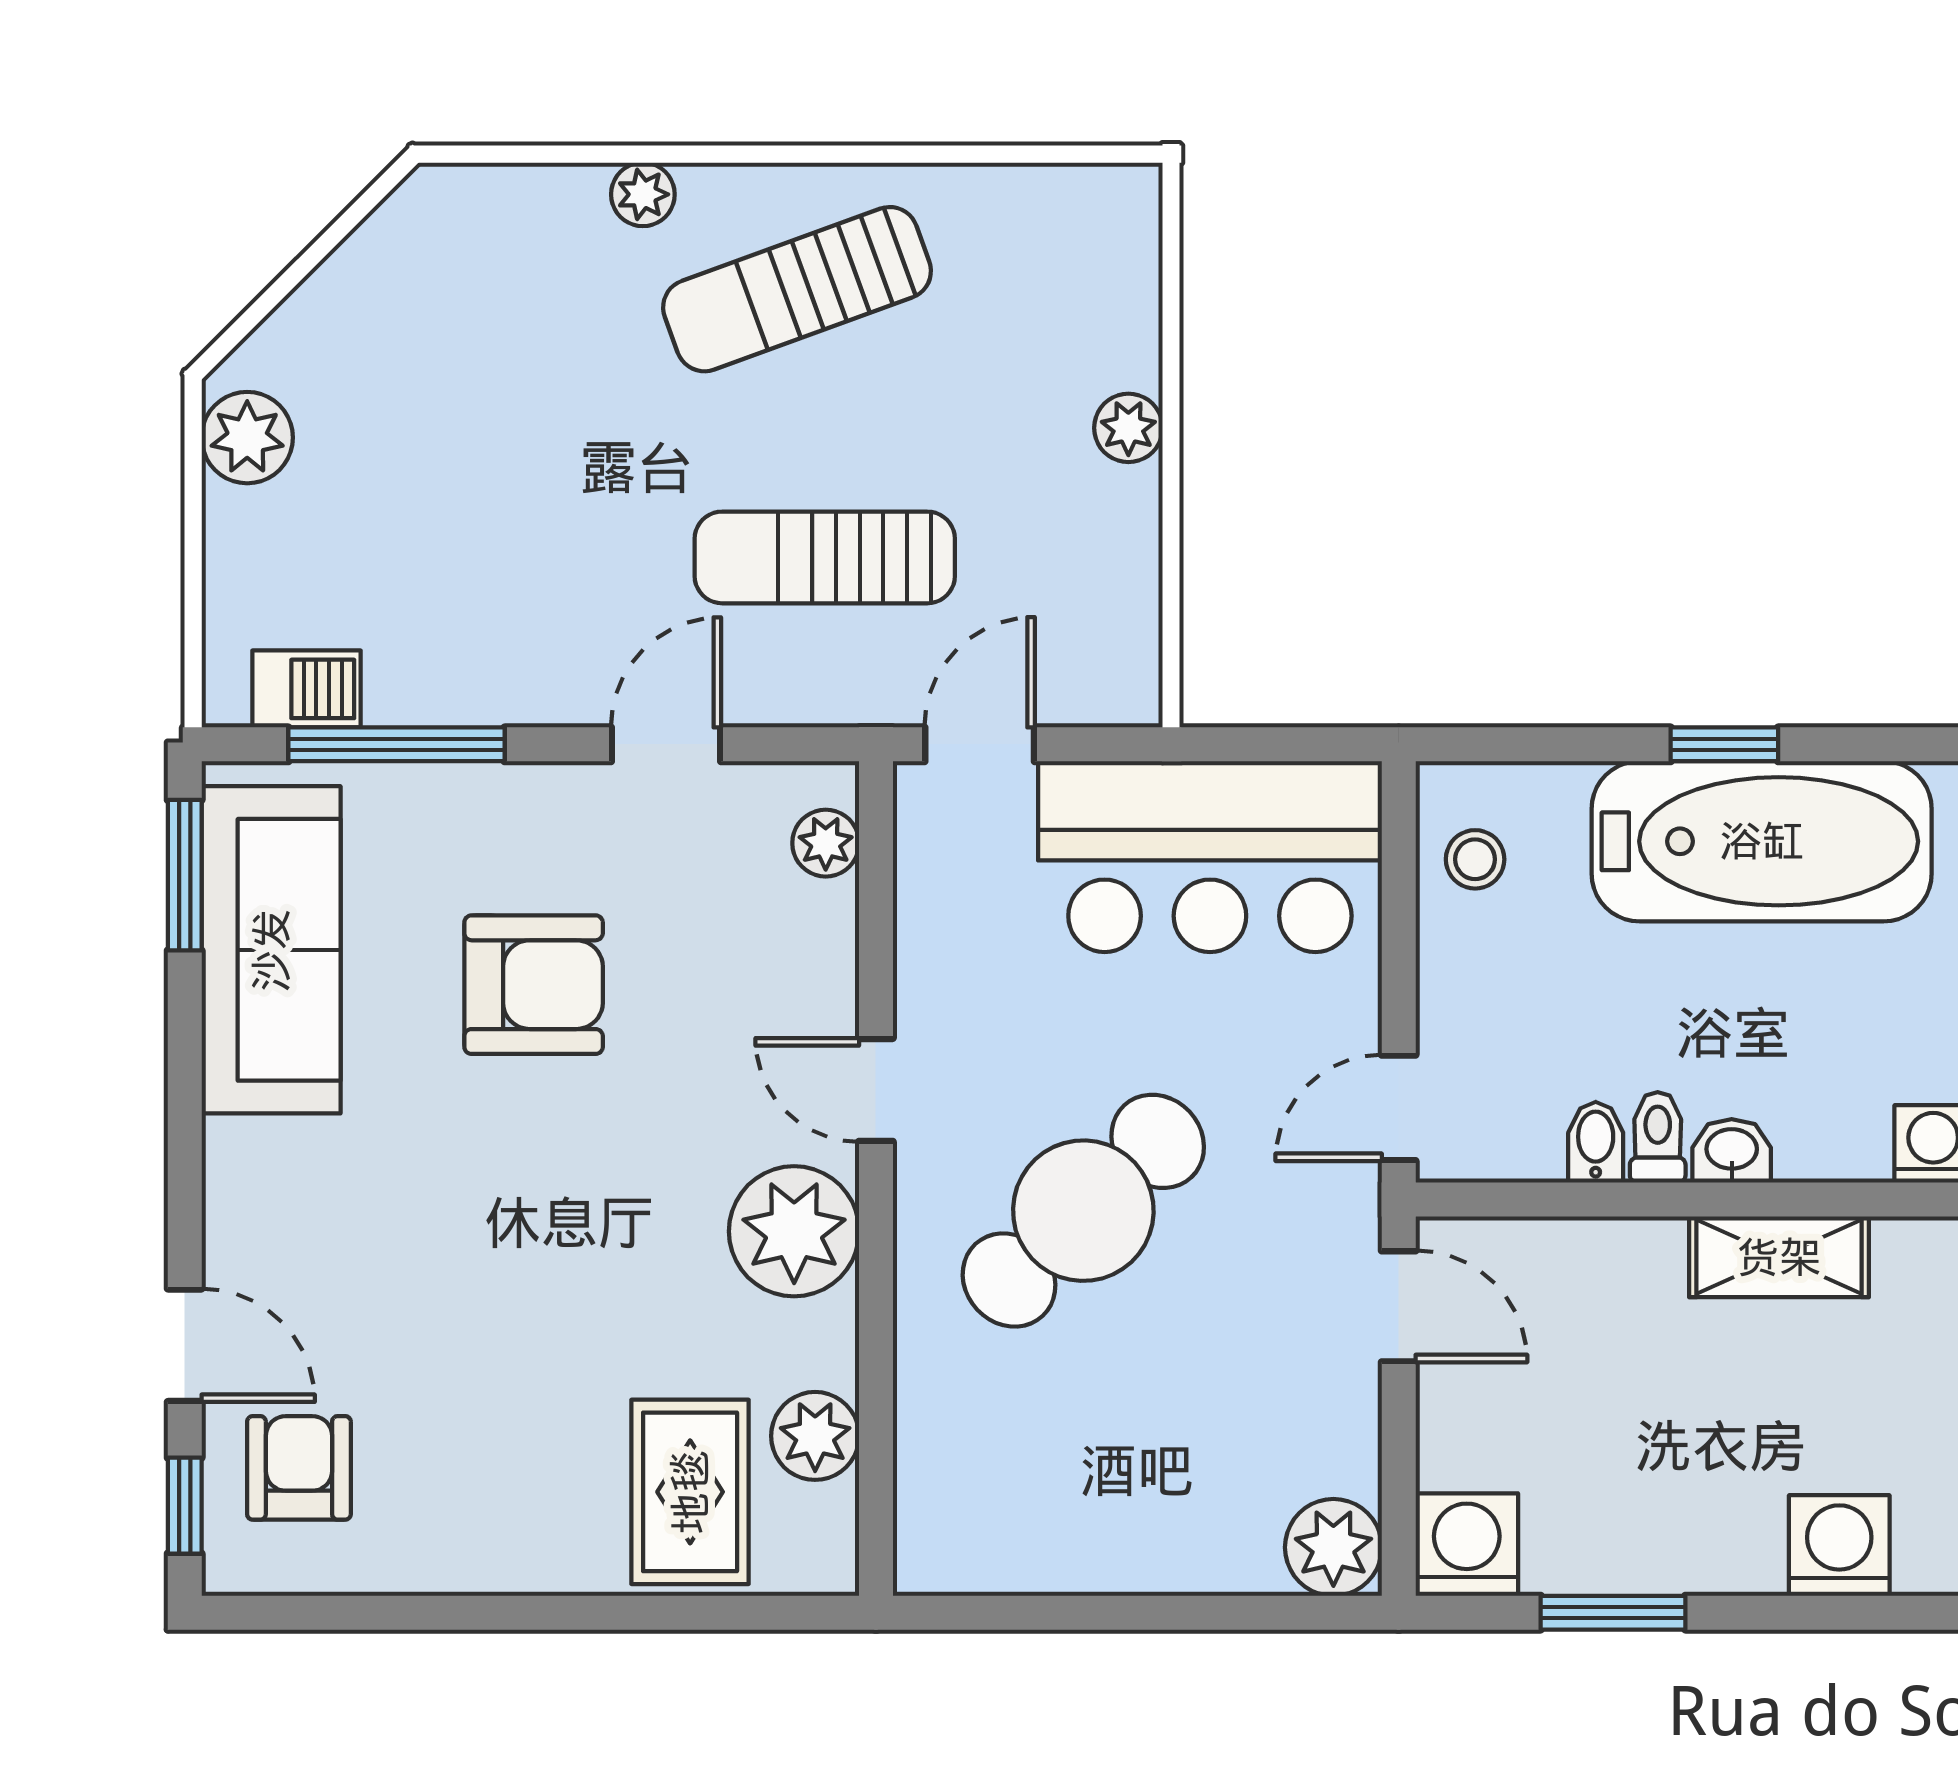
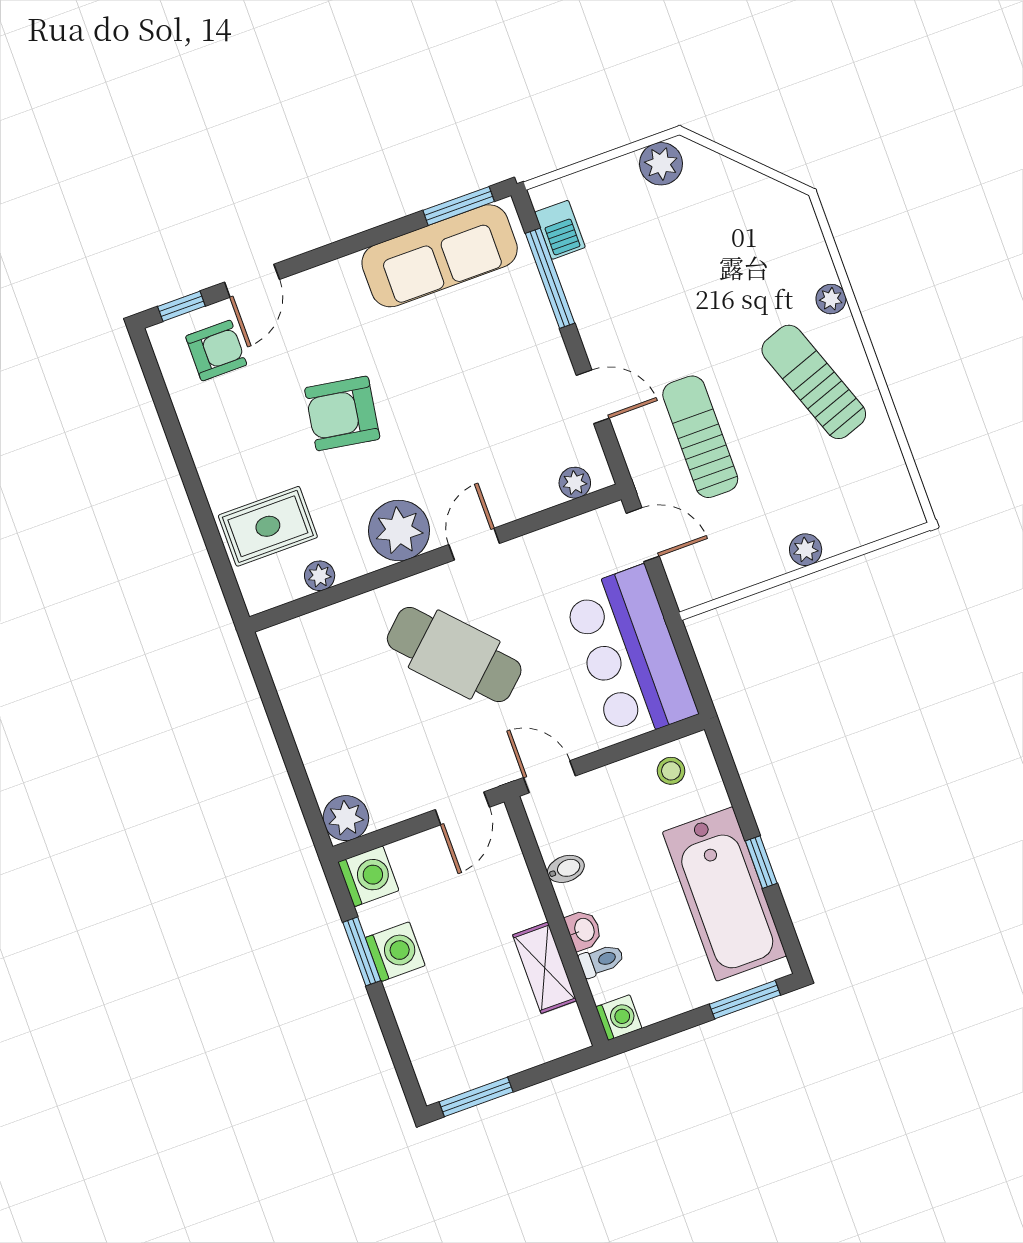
armchair: (534, 985) -> (342, 413), moved, turned 99
toilet: (1658, 1137) -> (601, 960), moved
plant: (815, 1436) -> (320, 576), width x0.73, depth x0.73
washing machine: (1839, 1545) -> (395, 952), moved

